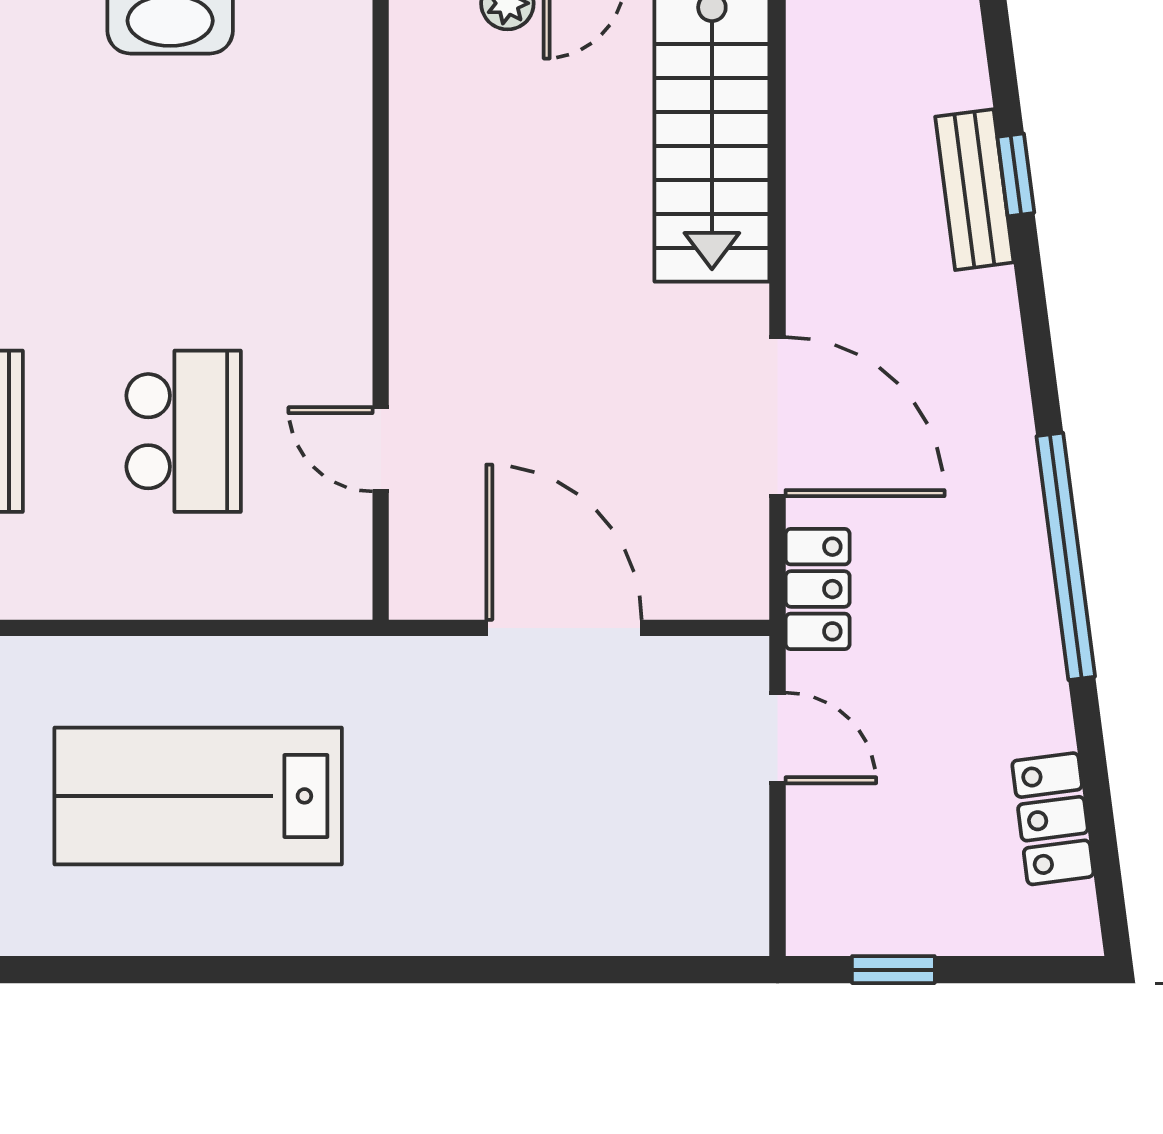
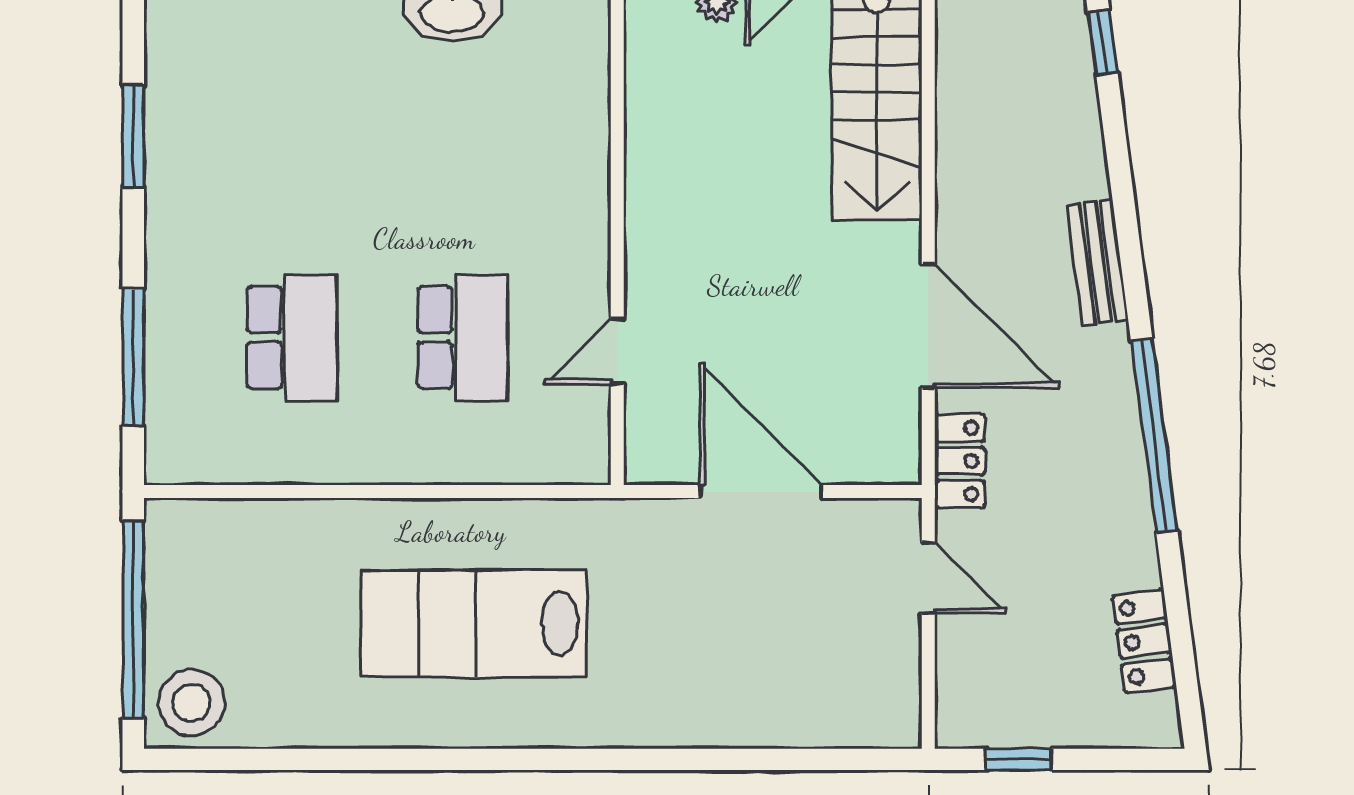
window: (1016, 175) -> (1103, 42), moved
bench: (974, 190) -> (1098, 262), moved
door: (381, 449) -> (617, 352), hinge flipped

